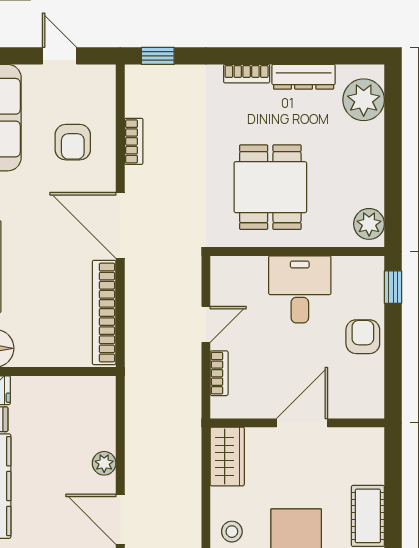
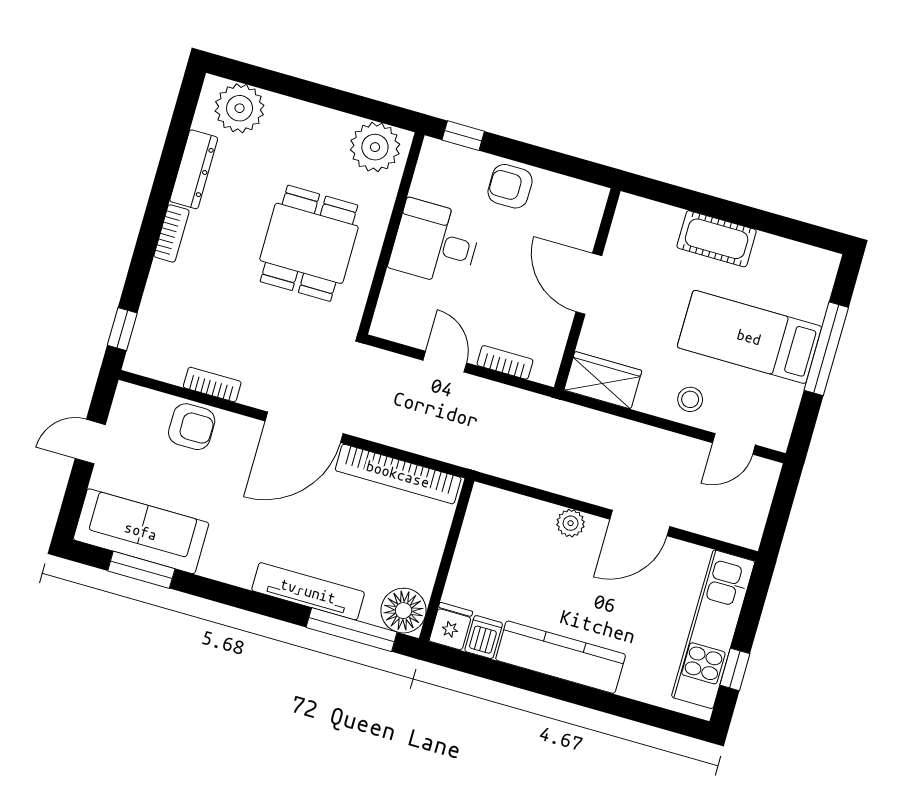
armchair: (73, 142) -> (192, 427), moved
dining table: (270, 187) -> (309, 243), turned 90
plant: (369, 224) -> (375, 147), width x1.36, depth x1.36

